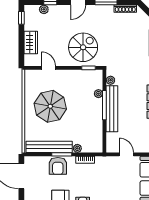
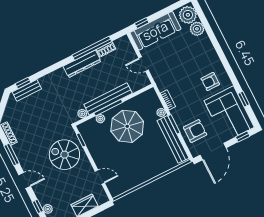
door: (48, 68) -> (100, 177), swing flipped
parasol: (50, 106) -> (127, 126), moved
door: (126, 154) -> (144, 64), hinge flipped
armchair: (58, 166) -> (195, 131), moved

